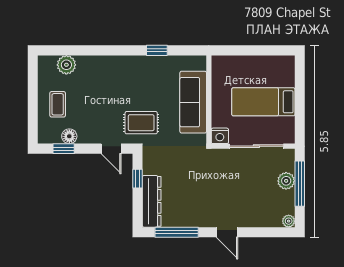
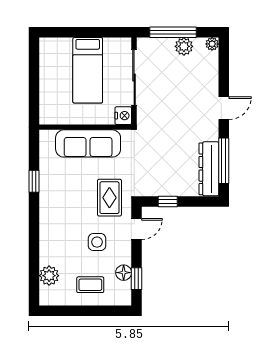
side table: (99, 111) -> (97, 242), added
plant: (286, 181) -> (184, 46), moved
dresser: (152, 201) -> (209, 169), moved, turned -90

